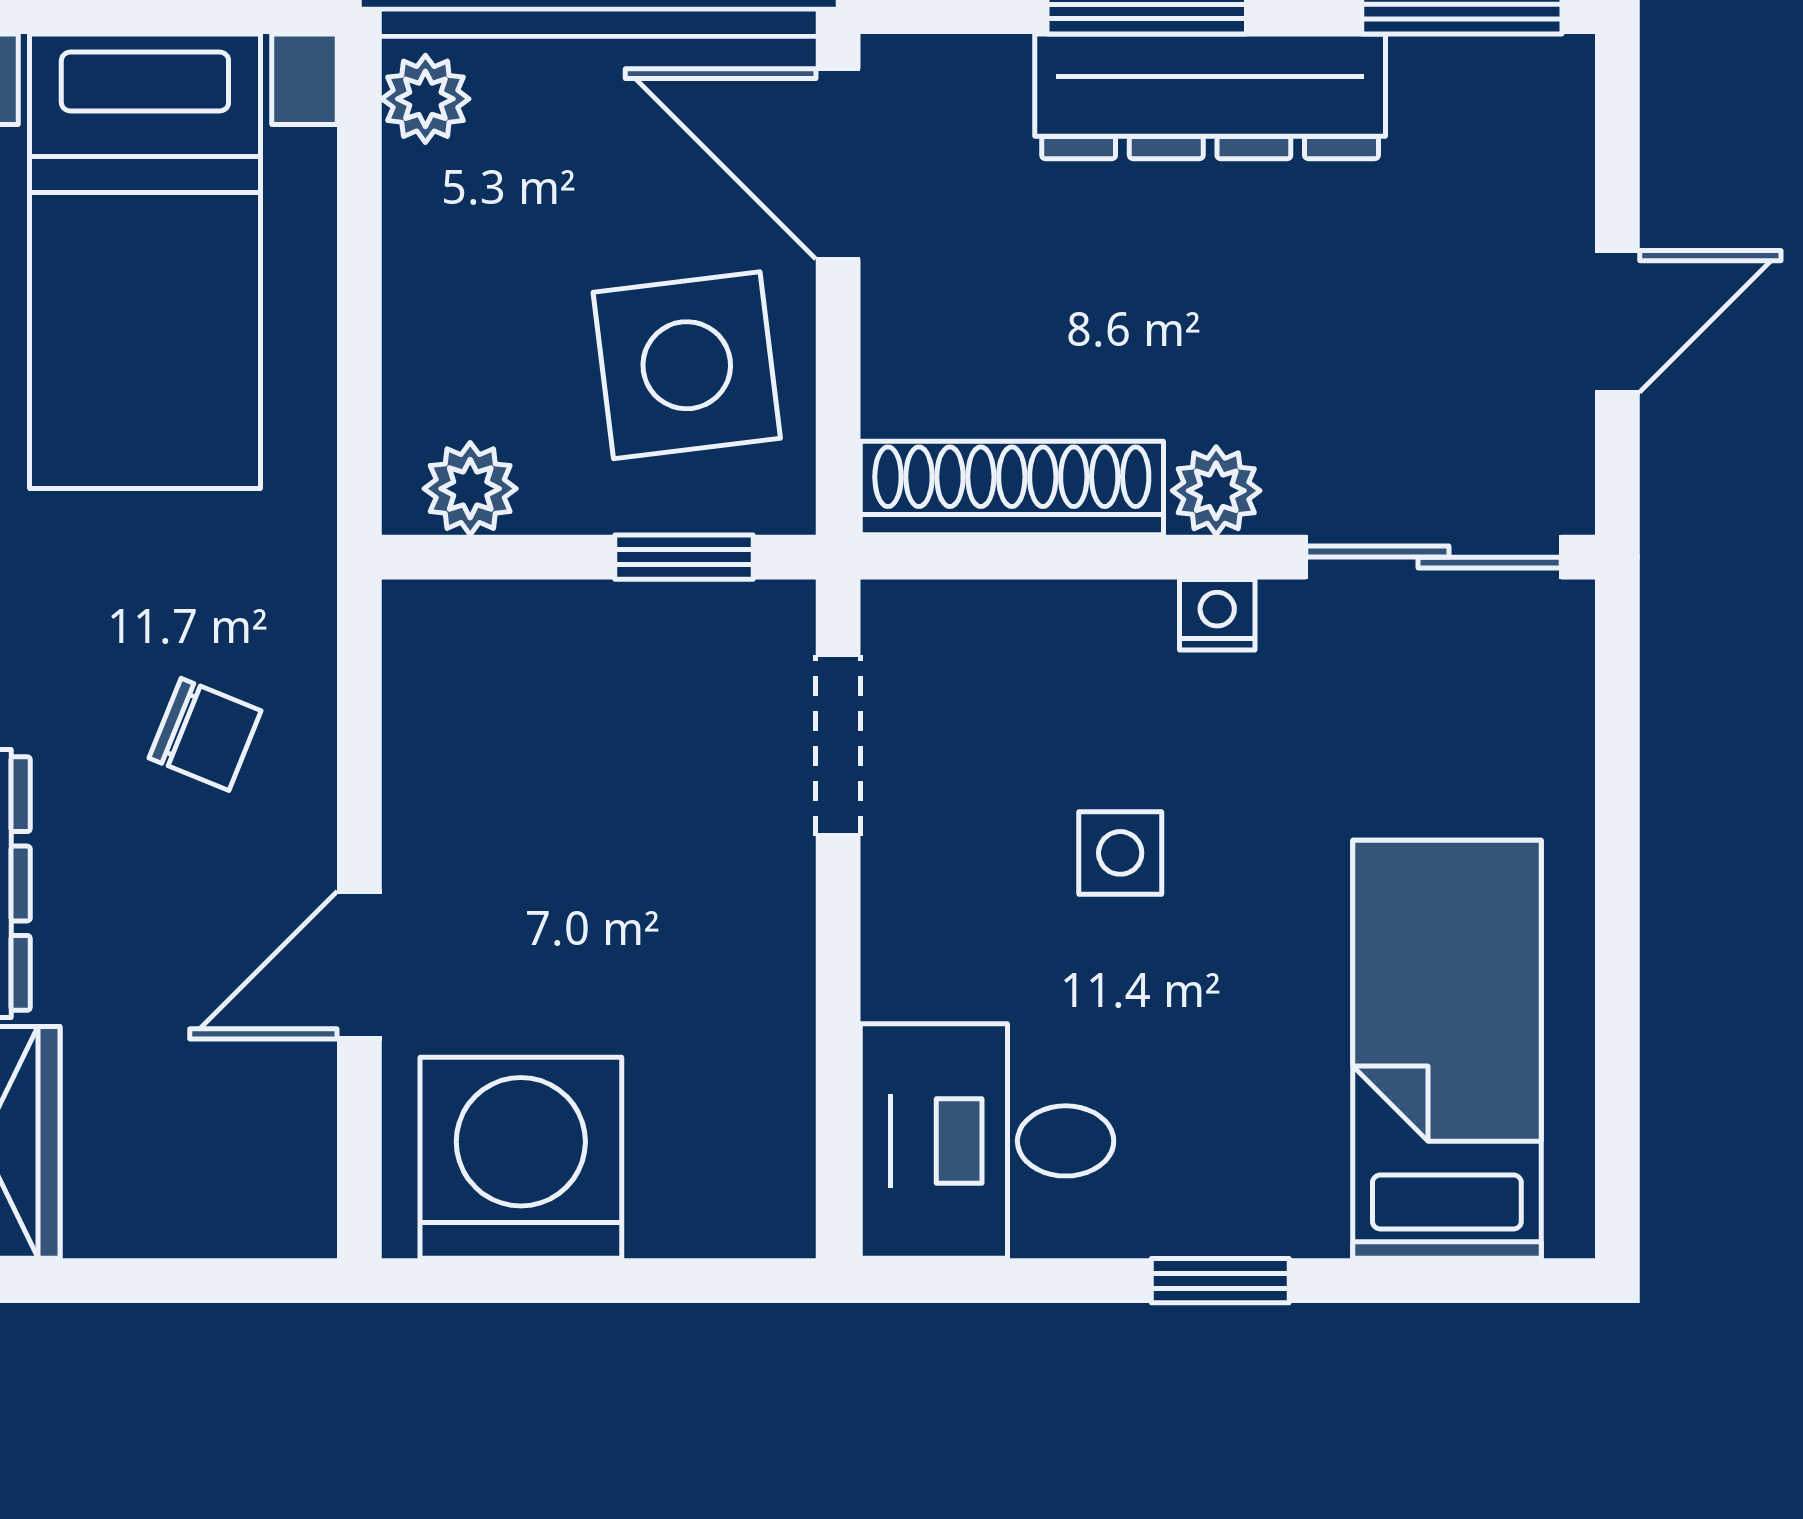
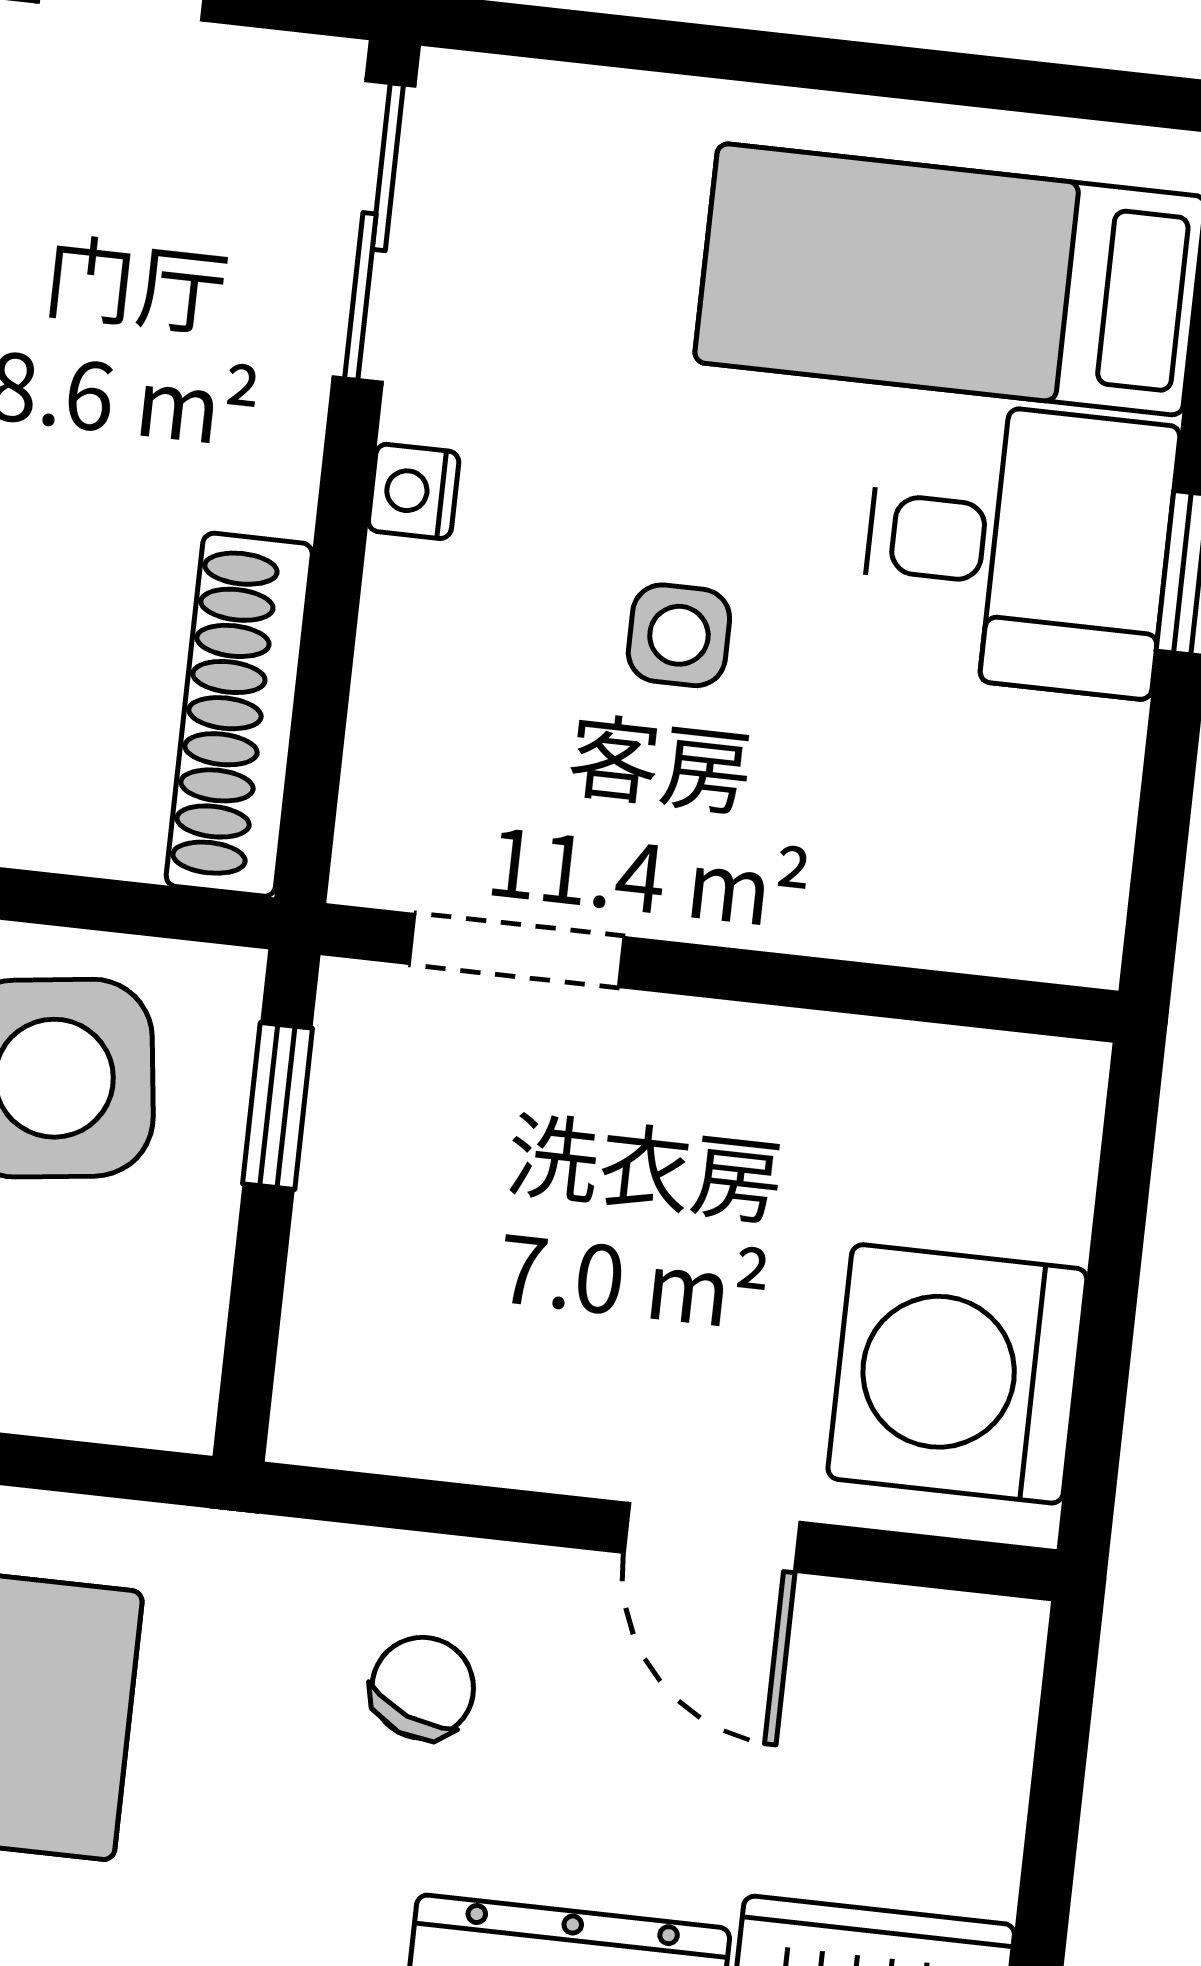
plant: (470, 489) -> (170, 1347), removed
plant: (1216, 491) -> (269, 477), removed
desk: (987, 1141) -> (1018, 547), moved, turned -90

